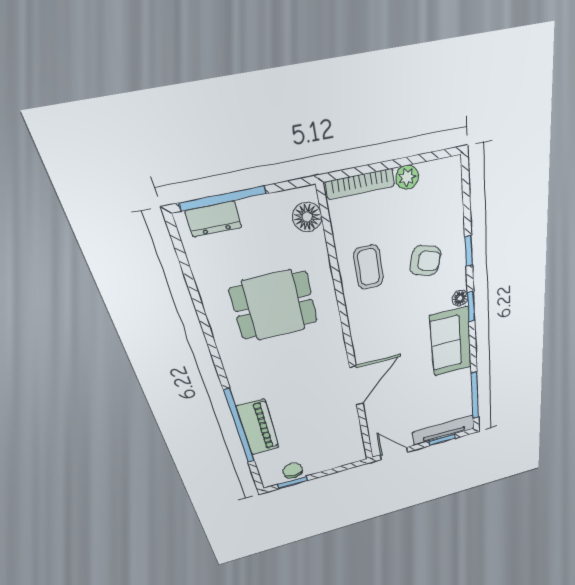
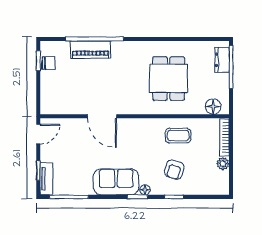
tv unit: (444, 430) -> (46, 179), width x0.71

